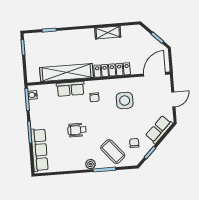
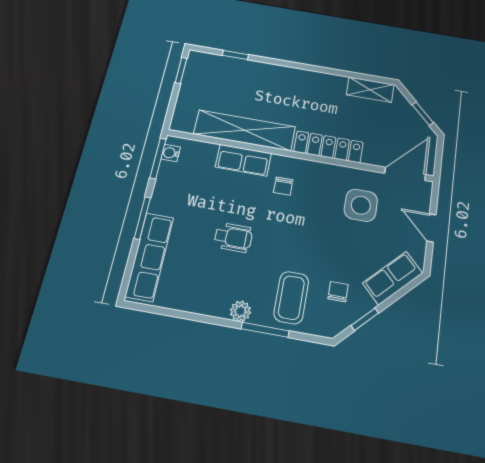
shelving: (108, 33) -> (370, 90), moved
door: (173, 99) -> (431, 228), swing flipped
side table: (125, 101) -> (361, 205), moved
wheelchair: (77, 130) -> (233, 238), turned 180
coffee table: (113, 152) -> (291, 298), turned 40

